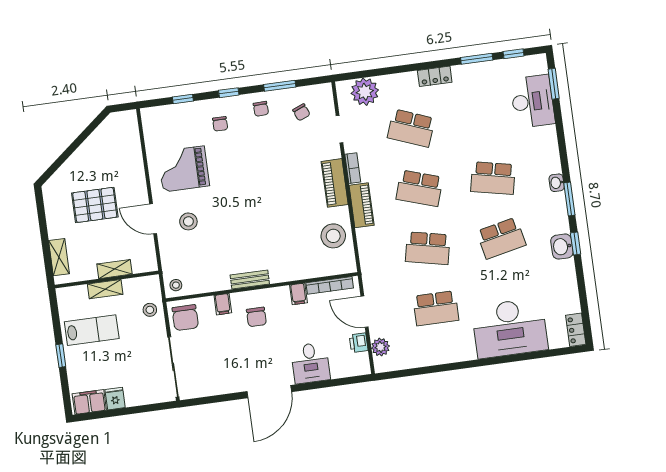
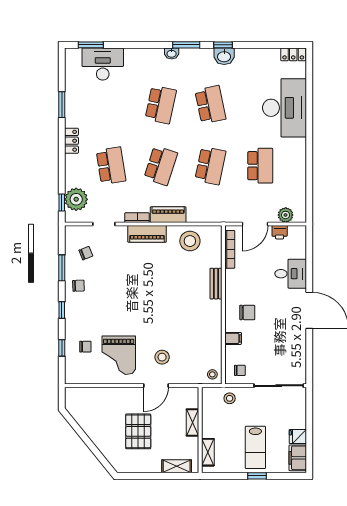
window: (513, 54) -> (62, 203), moved
chair: (220, 124) -> (85, 347), moved
school desk: (411, 128) -> (111, 166), turned -30
bench: (250, 279) -> (216, 284), moved
shelving: (105, 289) -> (208, 452), moved
filing cabinet: (298, 294) -> (233, 276), removed
chair: (185, 318) -> (240, 370), width x0.54, depth x0.54
lab bench: (92, 330) -> (255, 447), moved, turned 180

